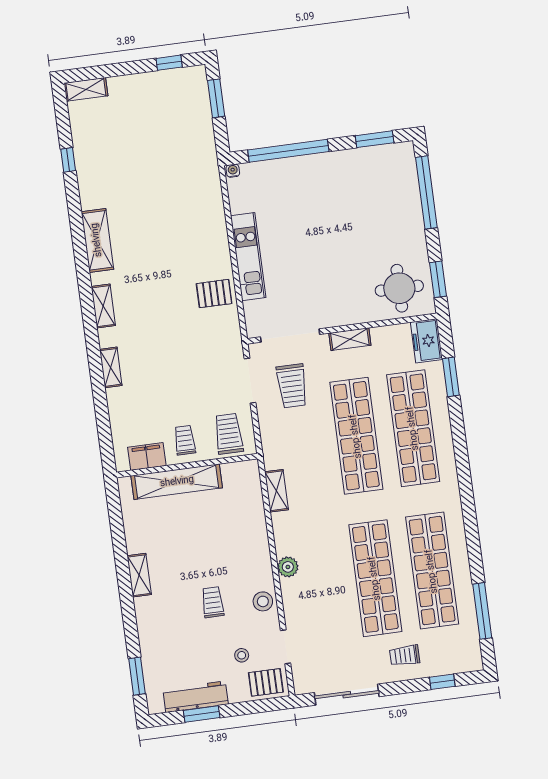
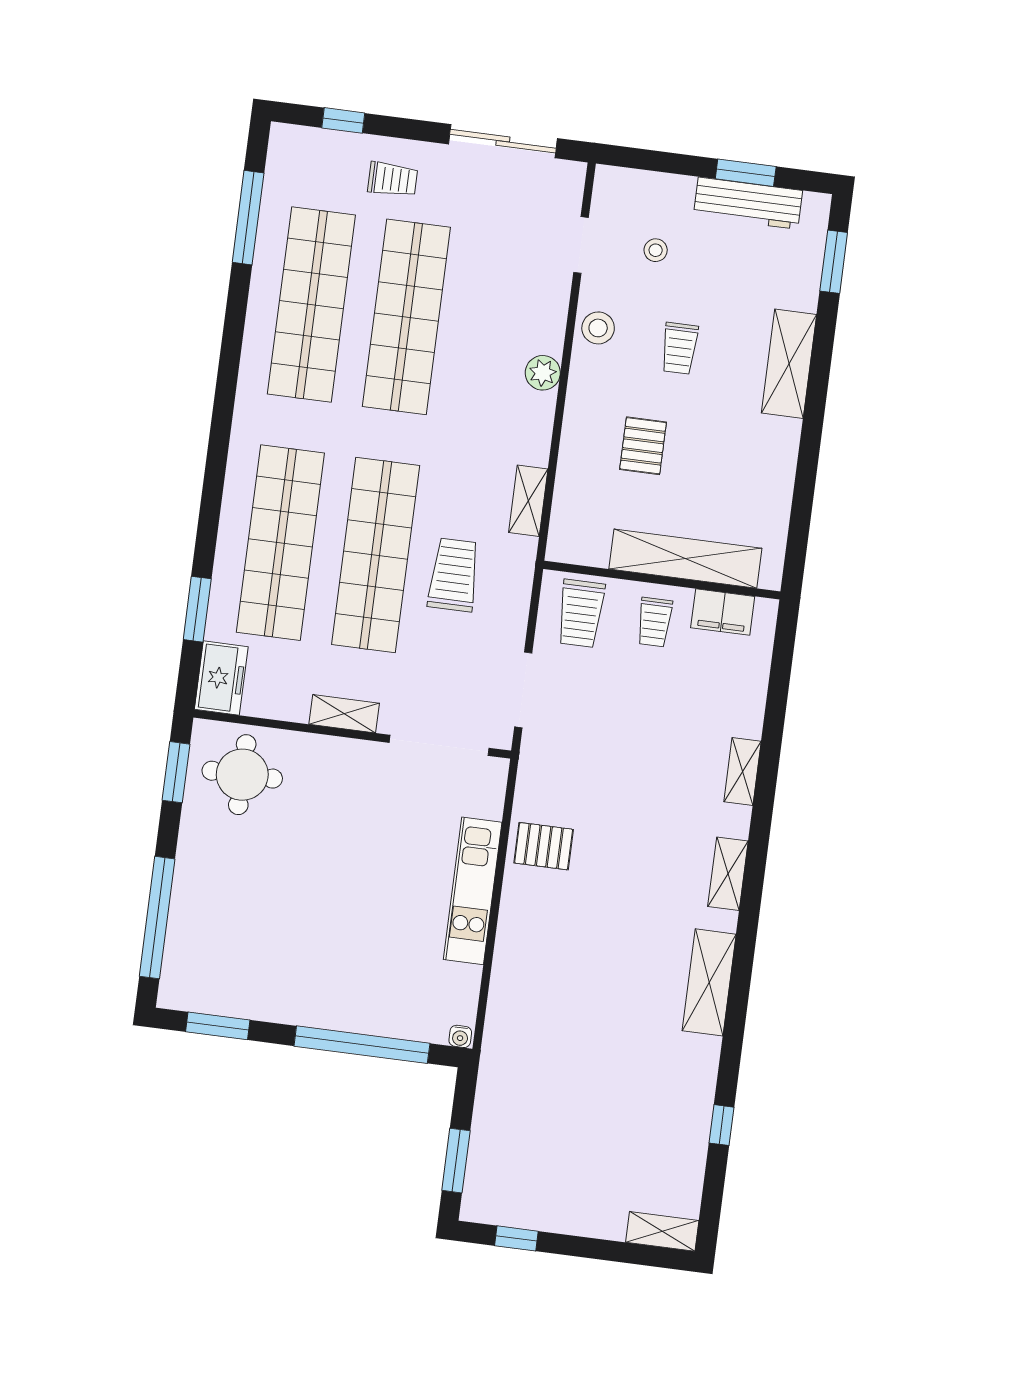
trolley: (292, 386) -> (454, 575), moved
shelving: (139, 575) -> (789, 364), moved, width x1.50, depth x1.33
pallet: (266, 682) -> (643, 446), moved, turned 90

